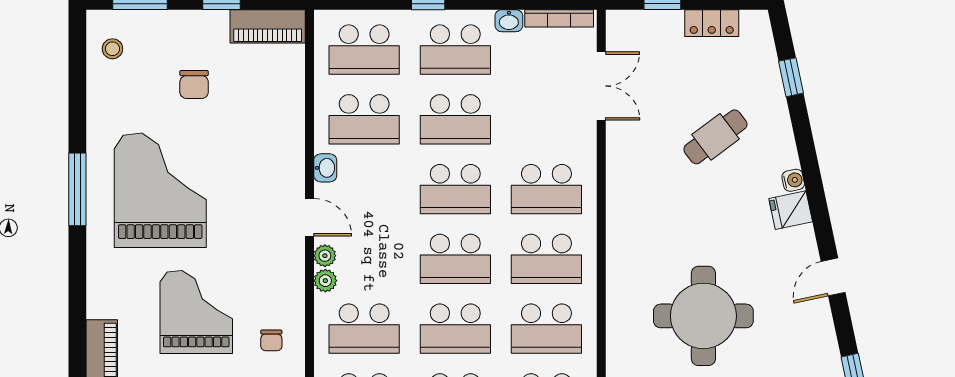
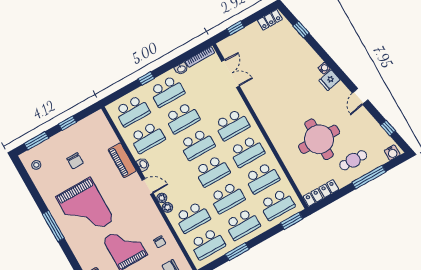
locker: (712, 23) -> (270, 20), moved
piano: (268, 26) -> (122, 160), moved, turned 90
cafe table: (715, 137) -> (285, 68), removed
grand piano: (160, 190) -> (85, 209), turned 180

